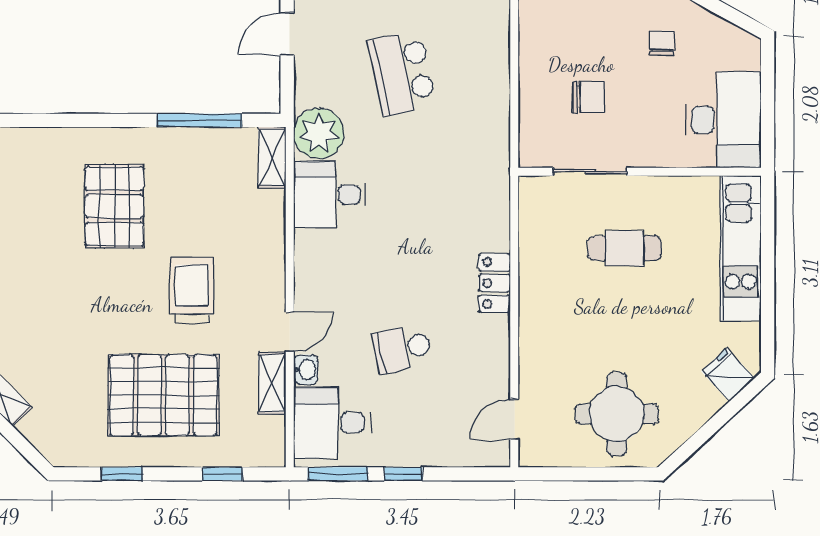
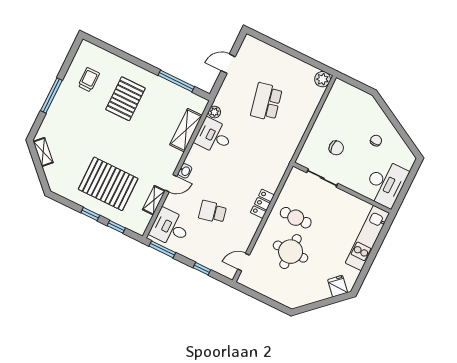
plant: (319, 133) -> (214, 112), width x0.53, depth x0.53
shelving: (272, 157) -> (186, 130), moved, width x1.50, depth x1.33
cafe table: (625, 248) -> (296, 218), moved
trolley: (192, 290) -> (89, 80), moved, width x0.73, depth x0.72
washbasin: (306, 370) -> (185, 171), moved
round table: (617, 414) -> (291, 252), moved
window: (122, 474) -> (90, 214), moved
window: (403, 474) -> (202, 269), moved

